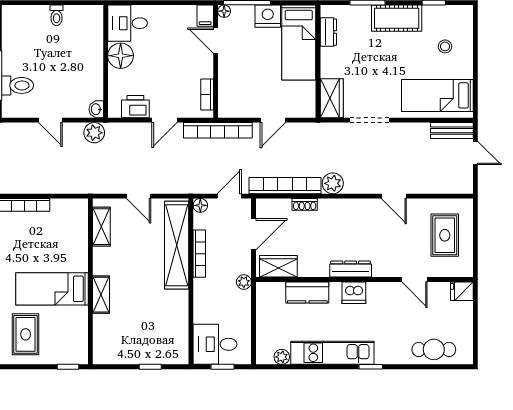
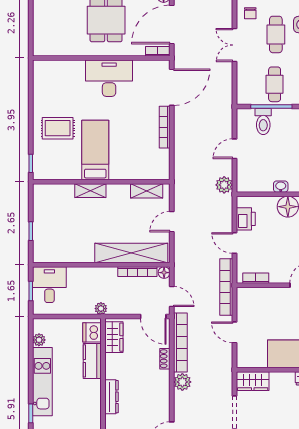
washbasin: (96, 109) -> (281, 187), moved
door: (253, 234) -> (153, 316), moved
bookcase: (199, 254) -> (137, 272), moved
dishwasher: (354, 293) -> (92, 332), moved

